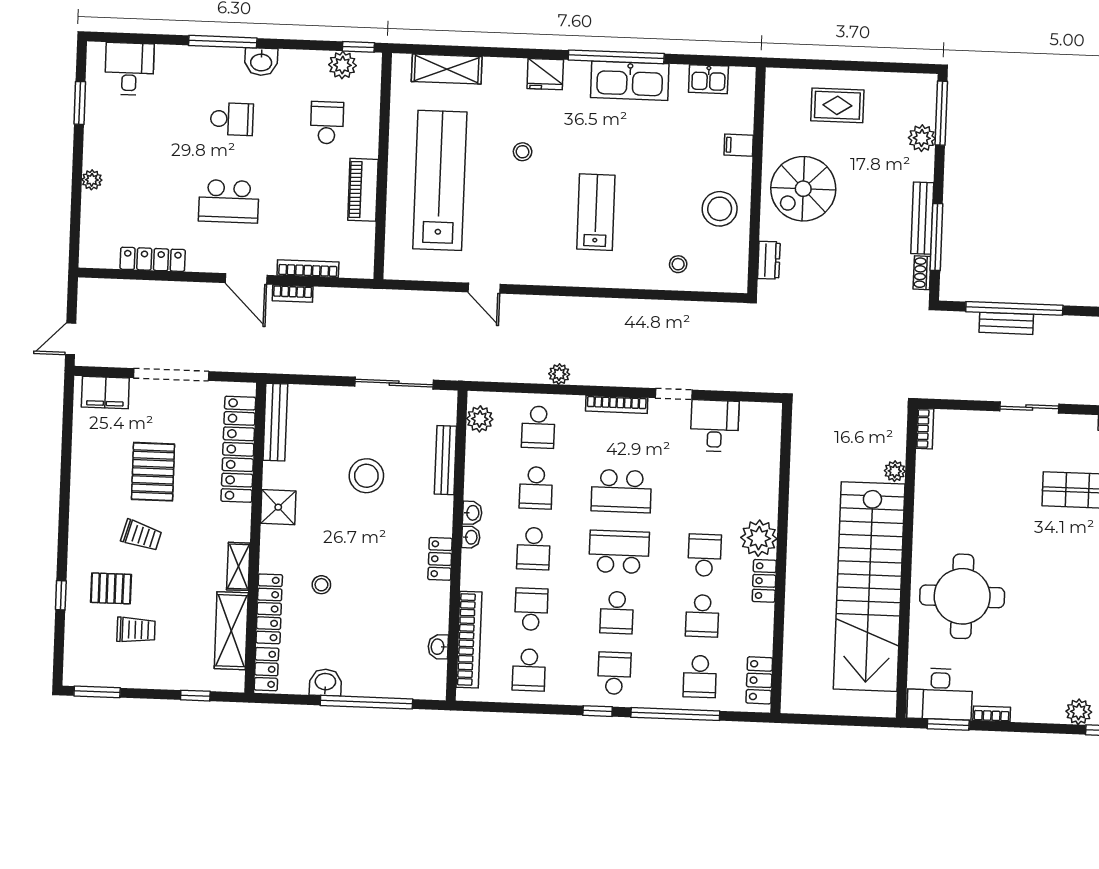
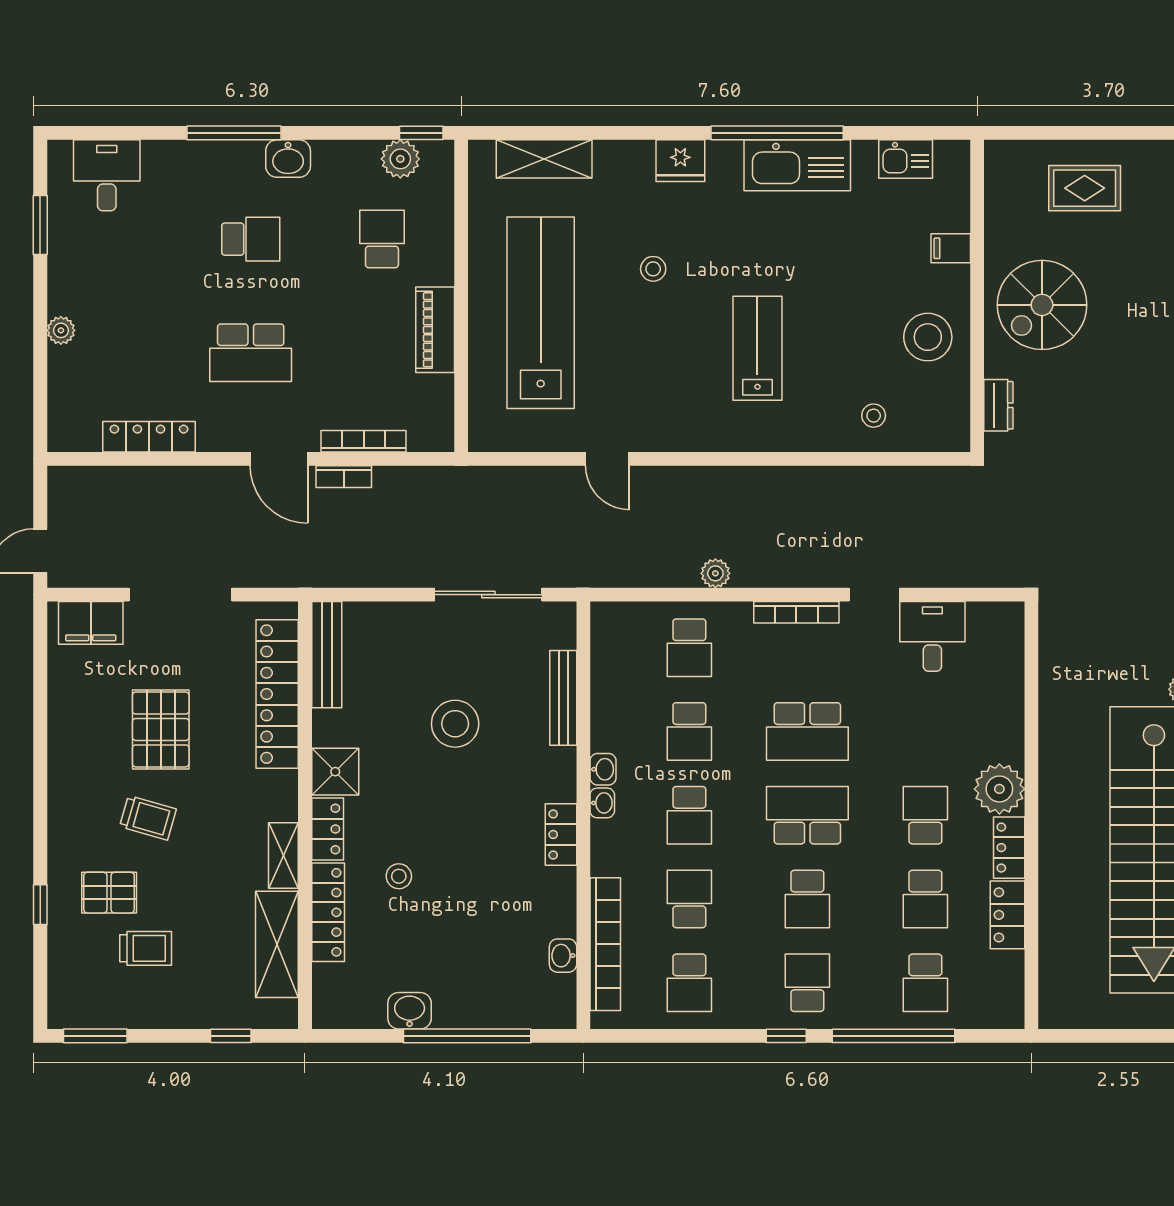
plant: (480, 419) -> (608, 639), removed
locker: (266, 669) -> (328, 829), moved
locker: (759, 680) -> (1007, 915), moved

